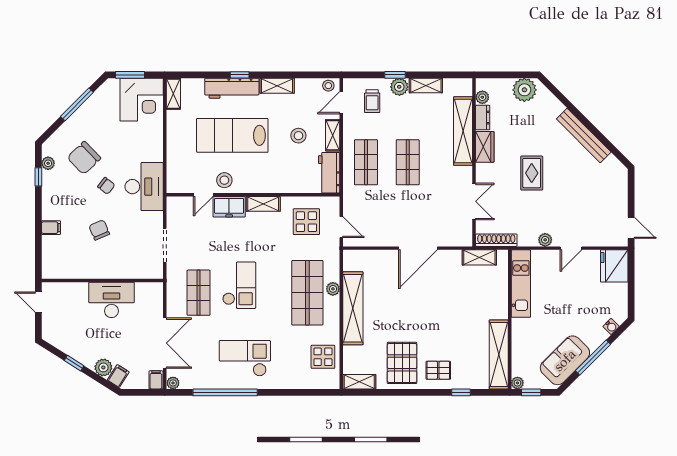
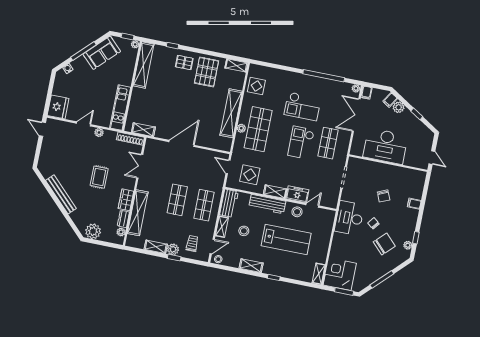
workbench: (232, 88) -> (267, 204), moved, turned 180
desk: (111, 300) -> (385, 146), width x1.36, depth x1.30
checkout: (245, 358) -> (302, 106), moved

